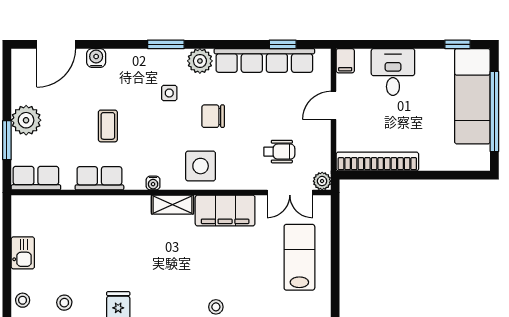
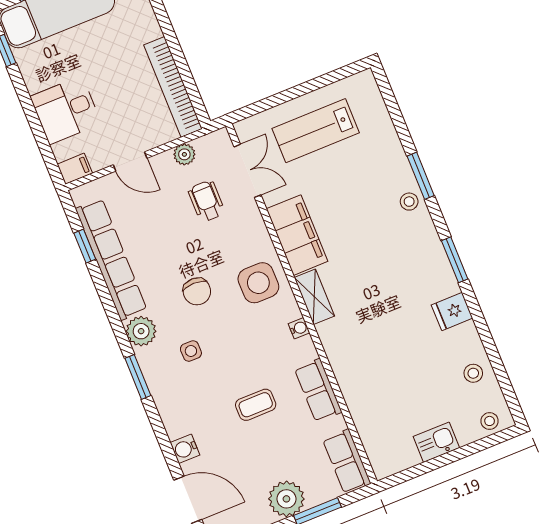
plant: (322, 181) -> (184, 154), moved

